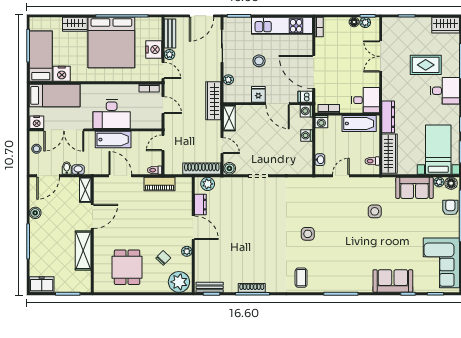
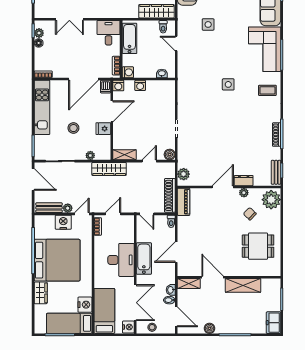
dresser: (388, 117) -> (124, 12), removed
shoe rack: (202, 169) -> (170, 195), moved
door: (341, 176) -> (176, 44), moved
piano: (159, 184) -> (184, 202), moved
dresser: (200, 205) -> (244, 181), moved
corner sofa: (347, 275) -> (265, 49), added

